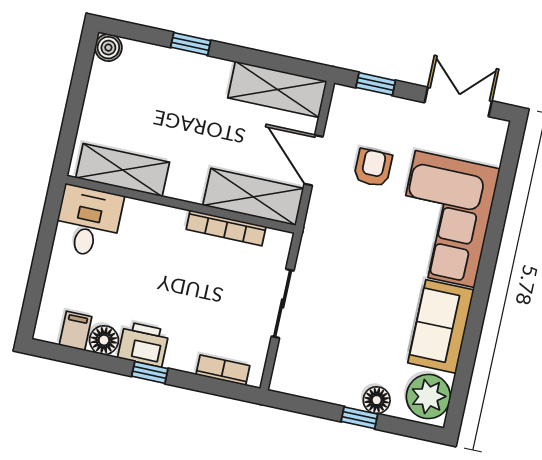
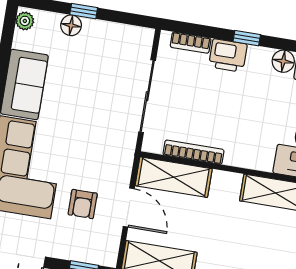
sliding door: (283, 303) -> (147, 96), width x1.37
printer: (143, 344) -> (228, 55), moved
plant: (428, 396) -> (25, 21), width x0.53, depth x0.53

